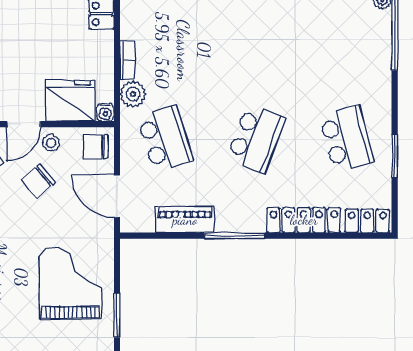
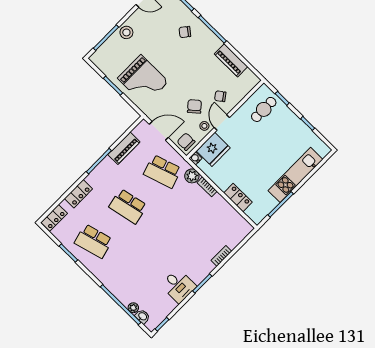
school desk: (256, 139) -> (128, 206), turned -33
chair: (96, 146) -> (186, 142), turned -90
locker: (304, 220) -> (78, 194), width x0.66

